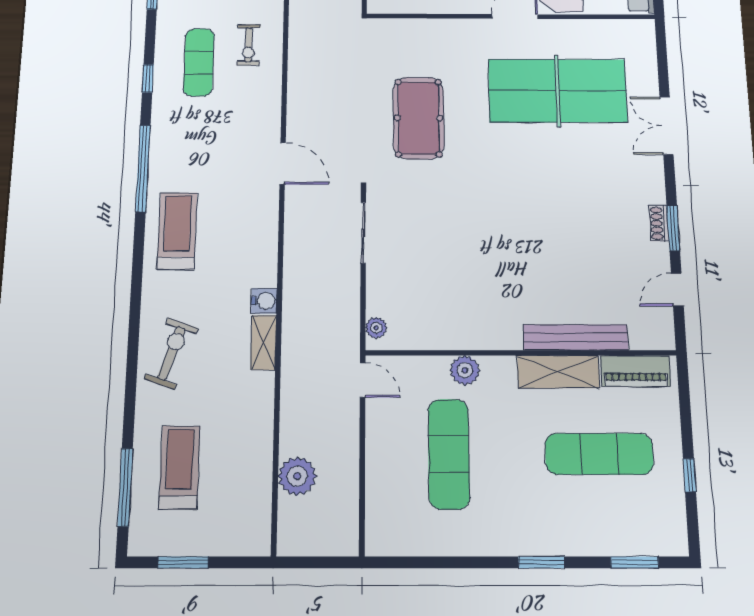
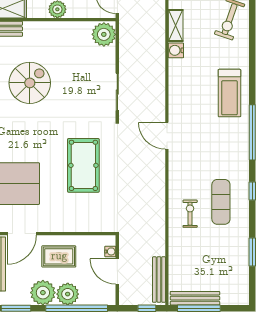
spiral stairs: (508, 248) -> (30, 83), added
plant: (376, 328) -> (104, 34), width x1.88, depth x1.88

